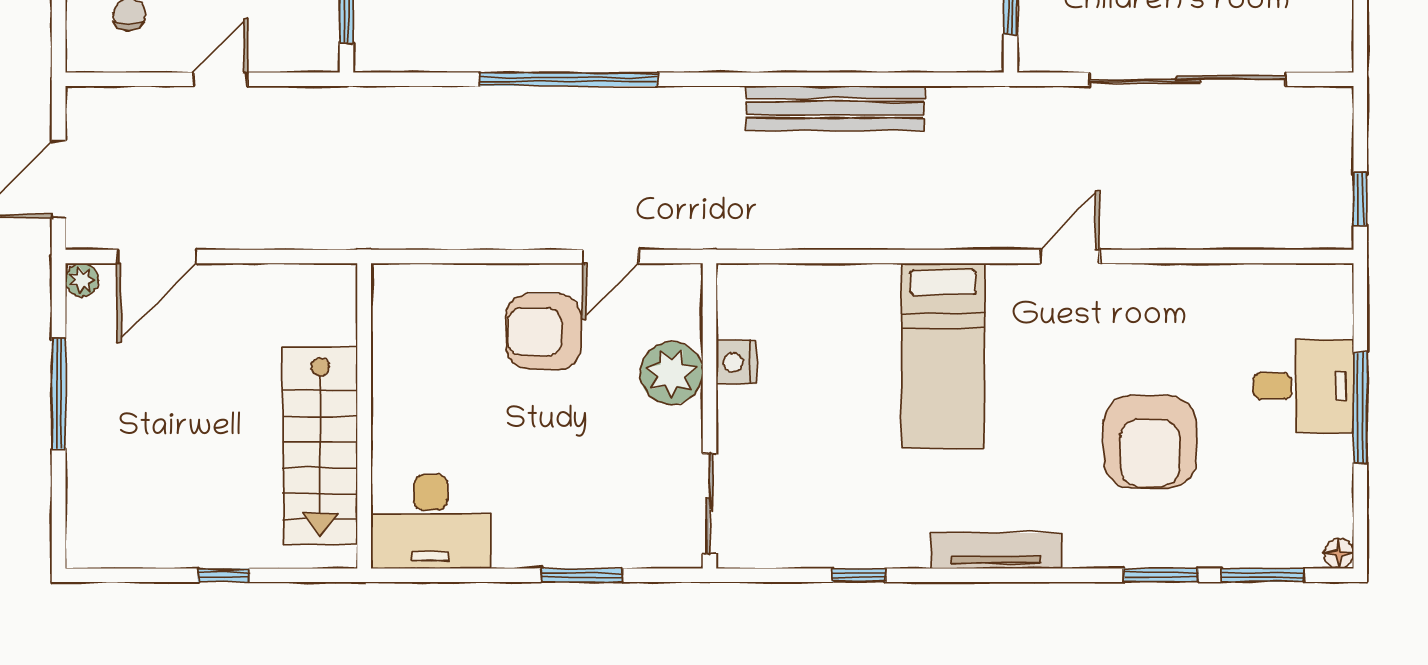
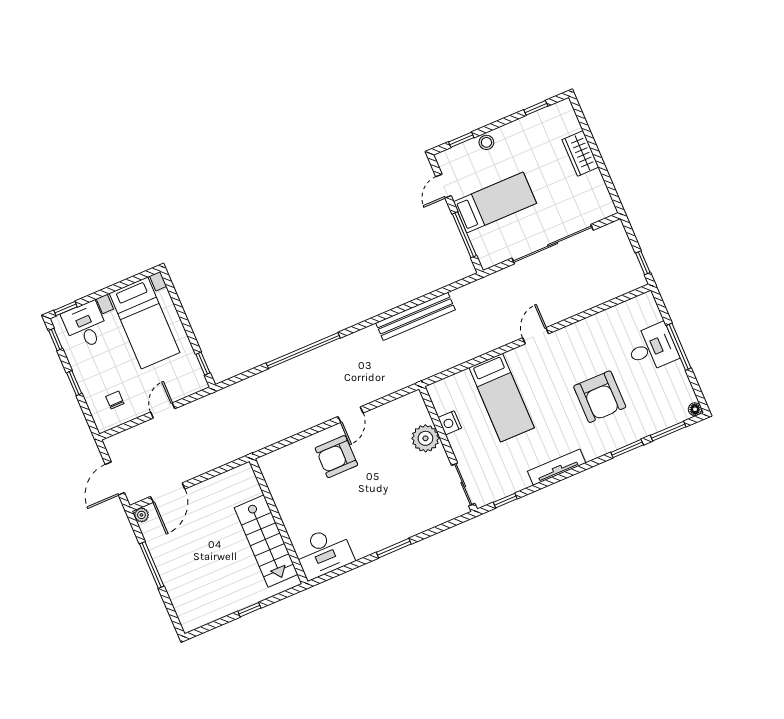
nightstand: (736, 362) -> (450, 423), moved
plant: (671, 373) -> (425, 438), moved
wall: (709, 416) -> (448, 449), moved
sliding door: (709, 504) -> (463, 484), moved

